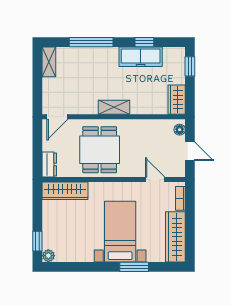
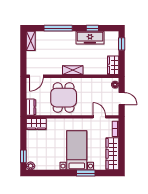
wardrobe: (65, 191) -> (36, 124), width x0.67

